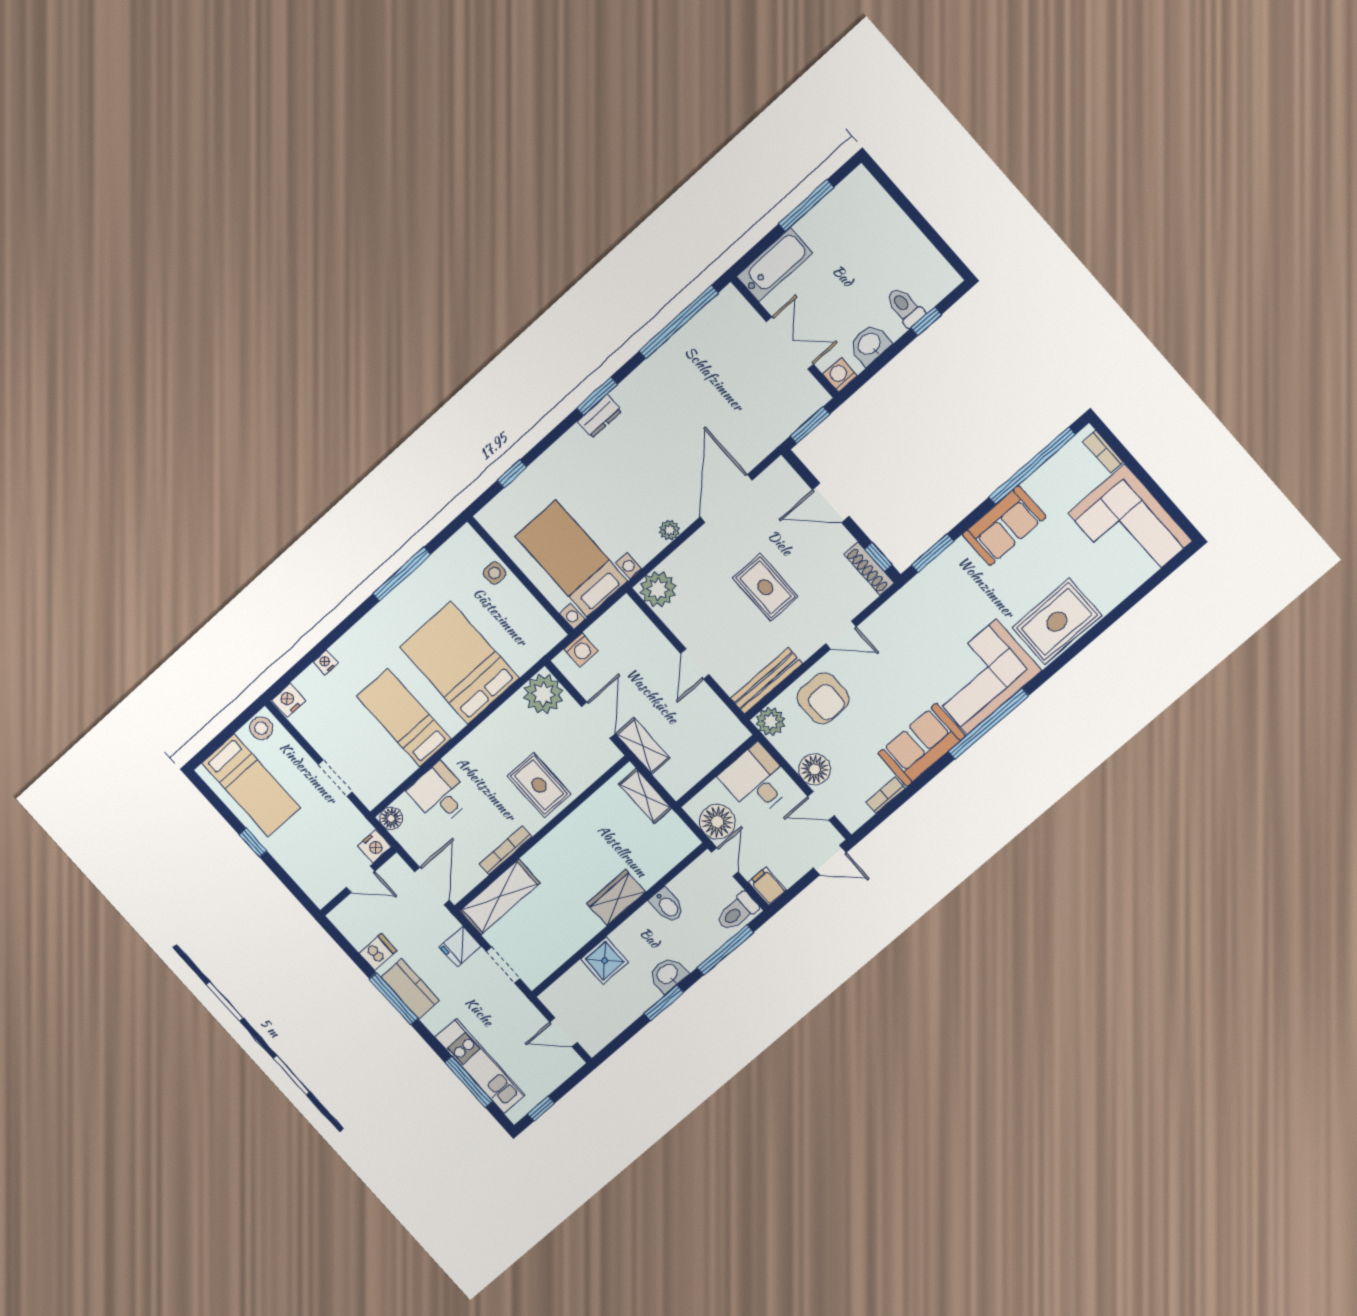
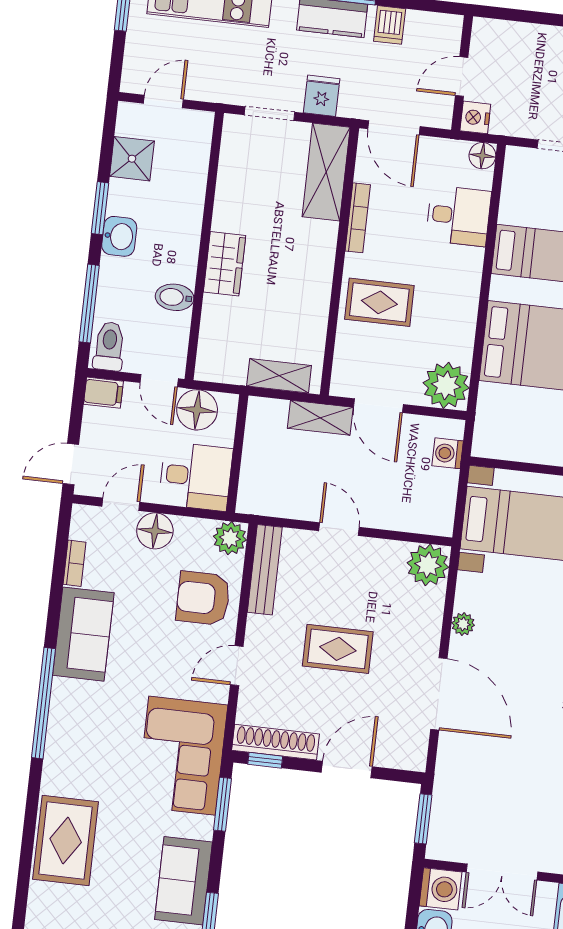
washing machine: (840, 375) -> (441, 889), width x1.38, depth x1.38
shoe rack: (869, 569) -> (276, 742), width x1.36, depth x1.24
corner sofa: (982, 677) -> (182, 756), moved, turned 180
shower: (605, 961) -> (132, 159), moved

